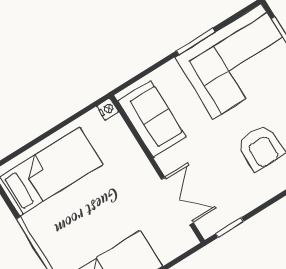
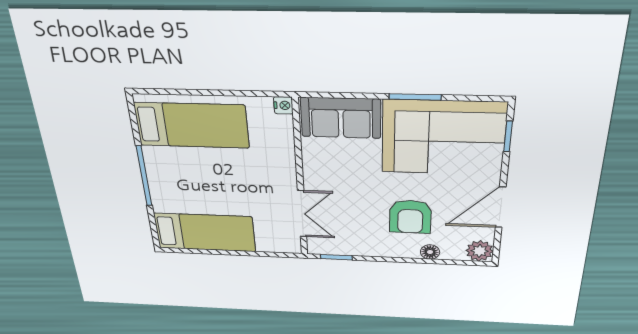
sofa: (152, 119) -> (341, 118), moved, turned 90

